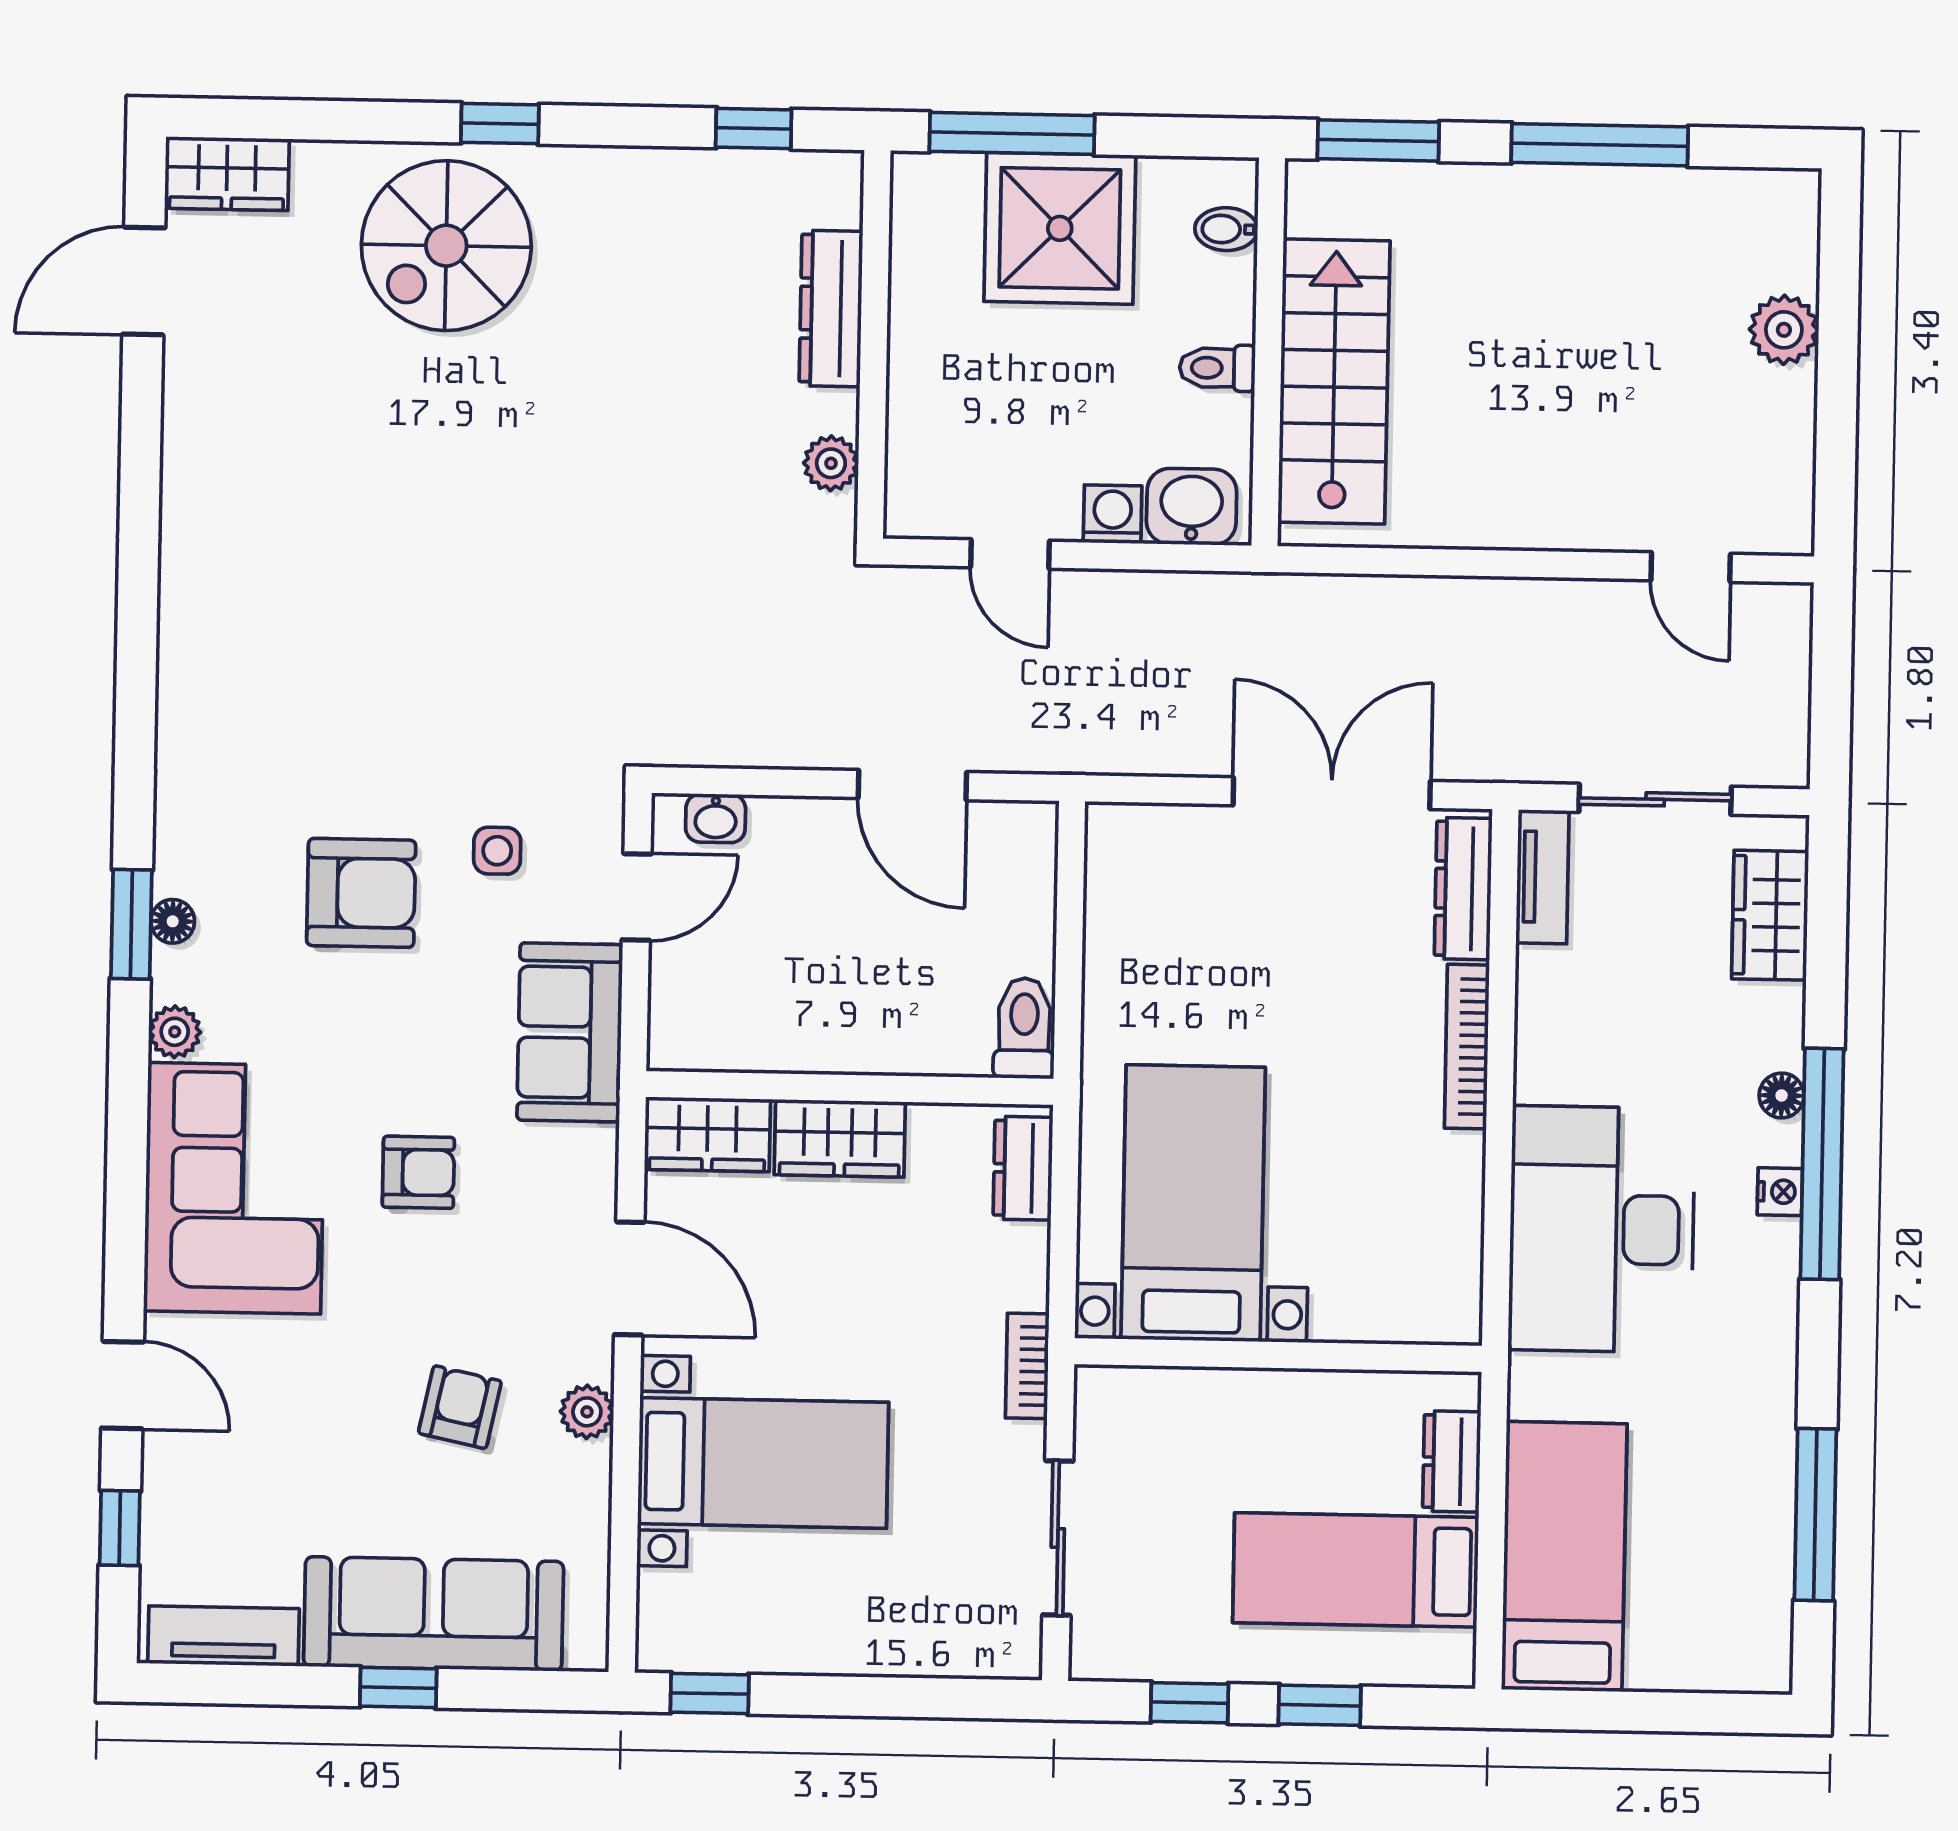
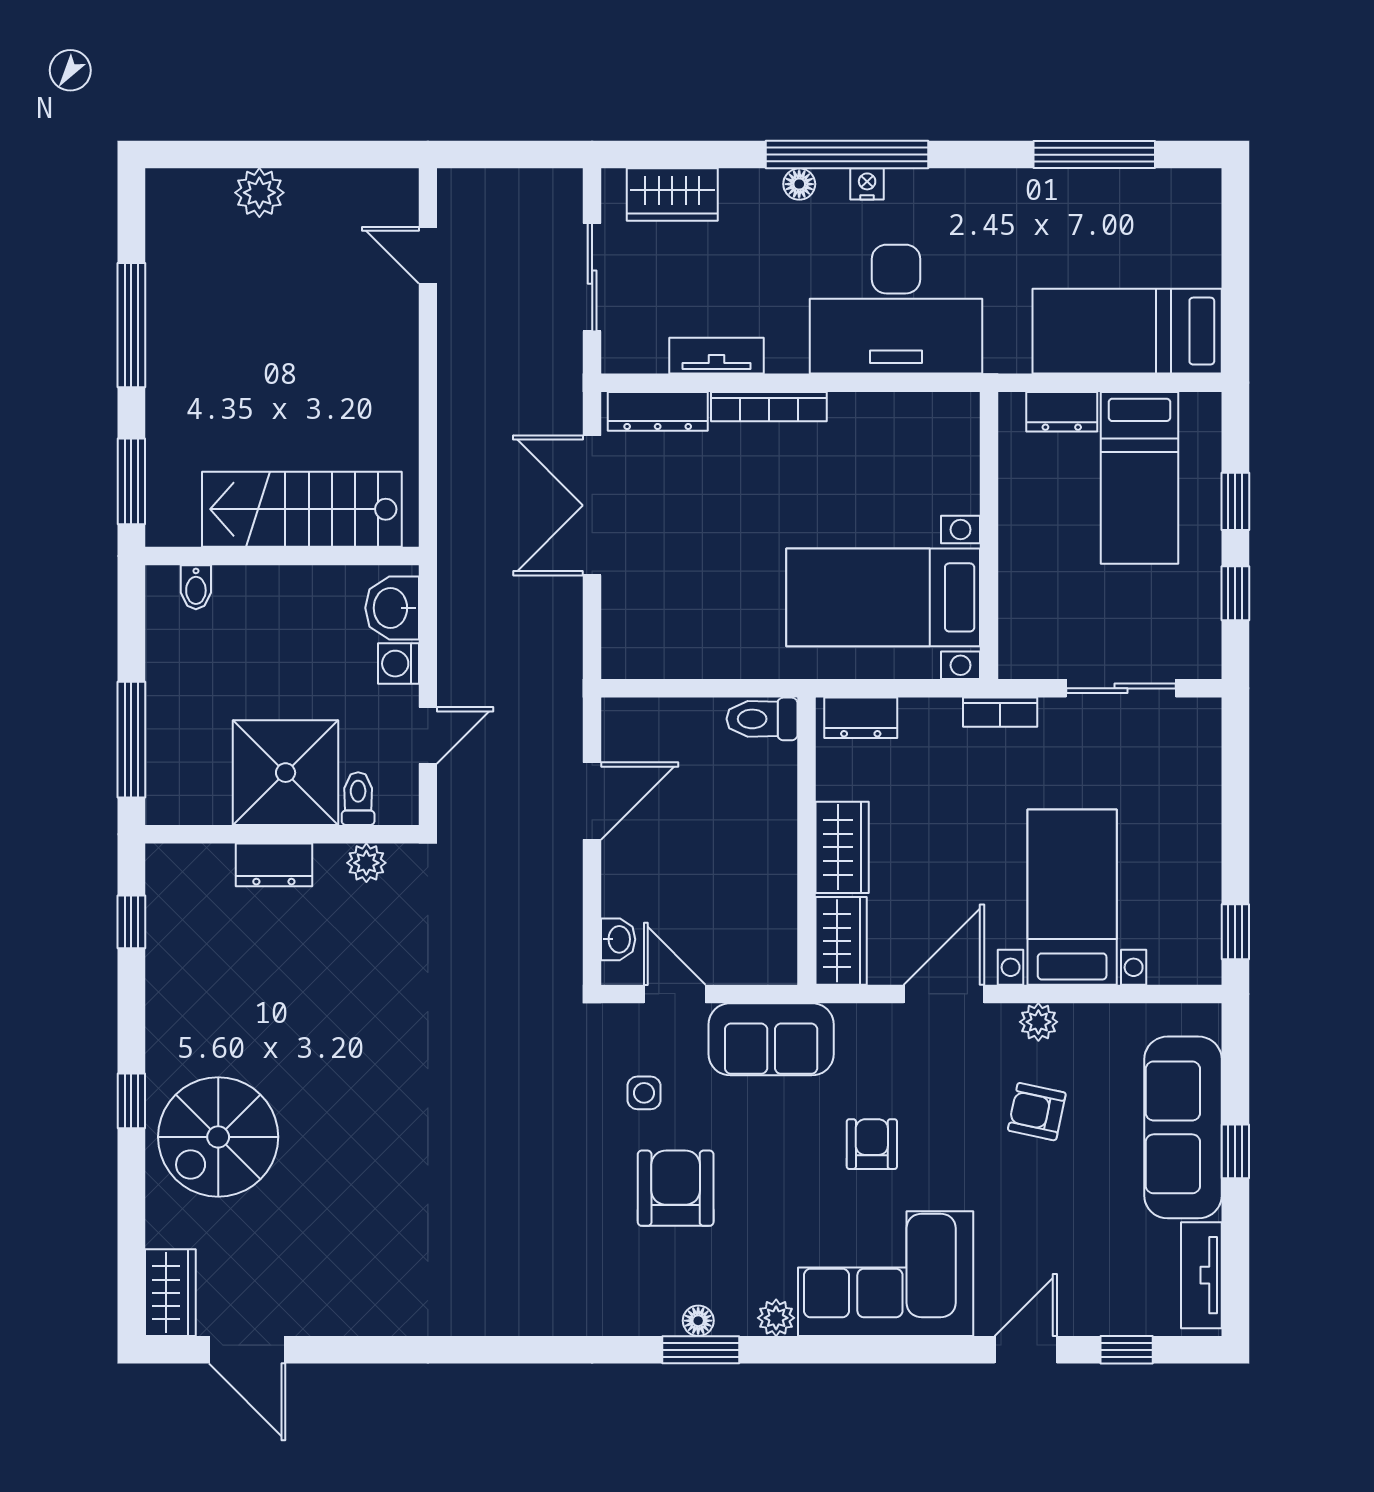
shower: (1060, 228) -> (286, 773), moved
spiral stairs: (446, 246) -> (218, 1137), turned 90
dresser: (831, 308) -> (274, 865), width x0.70
toilet: (1217, 368) -> (358, 799), moved, turned 180
door: (1691, 567) -> (428, 255), swing flipped
tv unit: (1542, 877) -> (717, 356), moved

